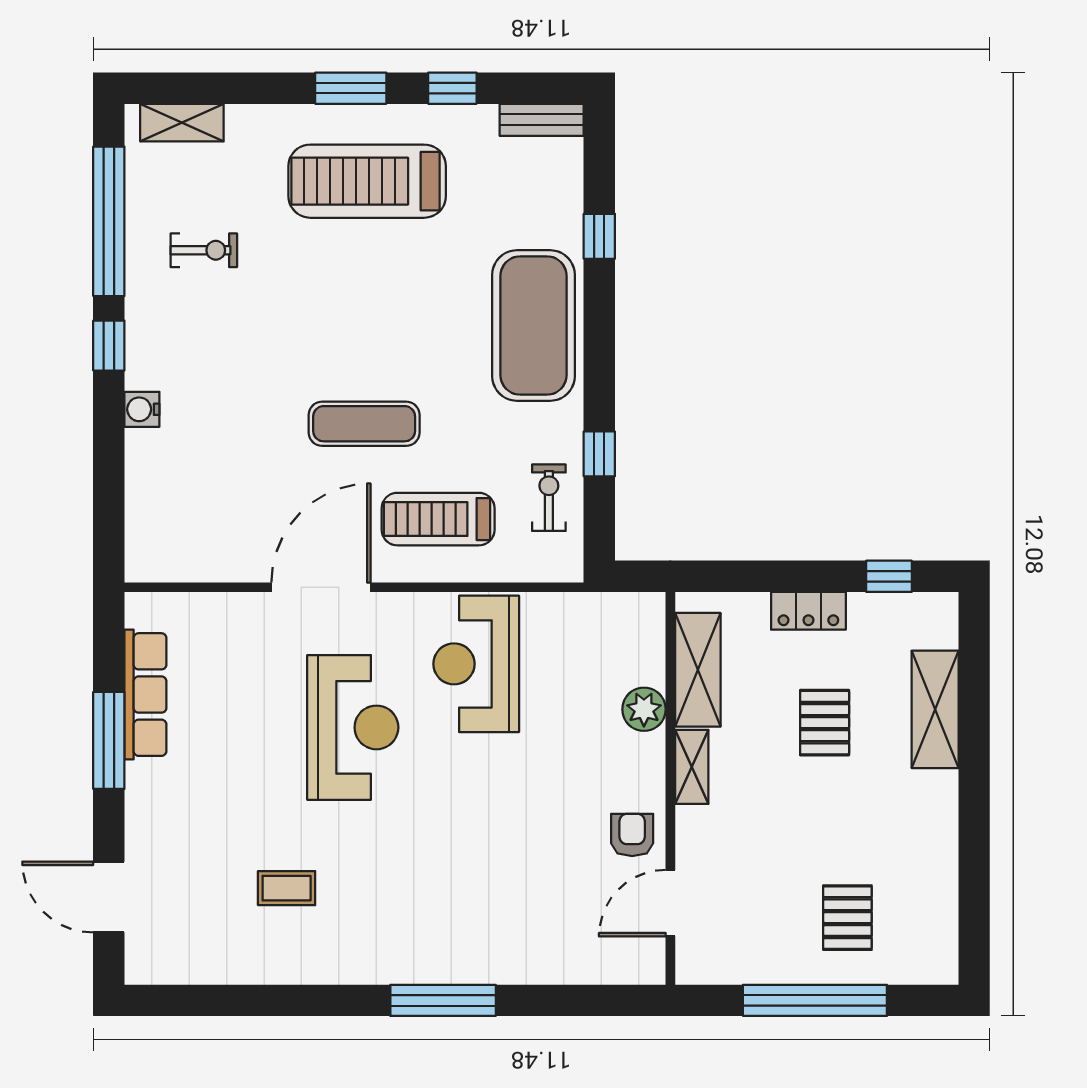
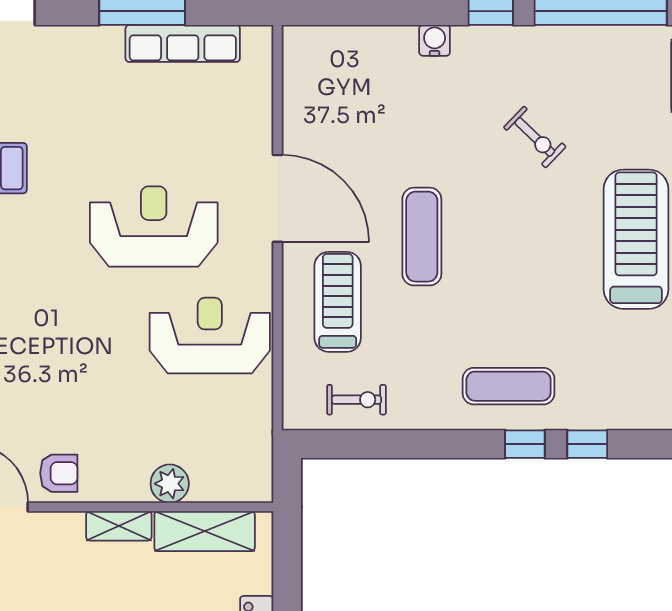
exercise bike: (204, 250) -> (535, 137), moved, turned -46
exercise mat: (534, 326) -> (509, 386), width x0.50, depth x0.69
window: (599, 454) -> (525, 444), moved
reception desk: (353, 727) -> (154, 227), turned 180

